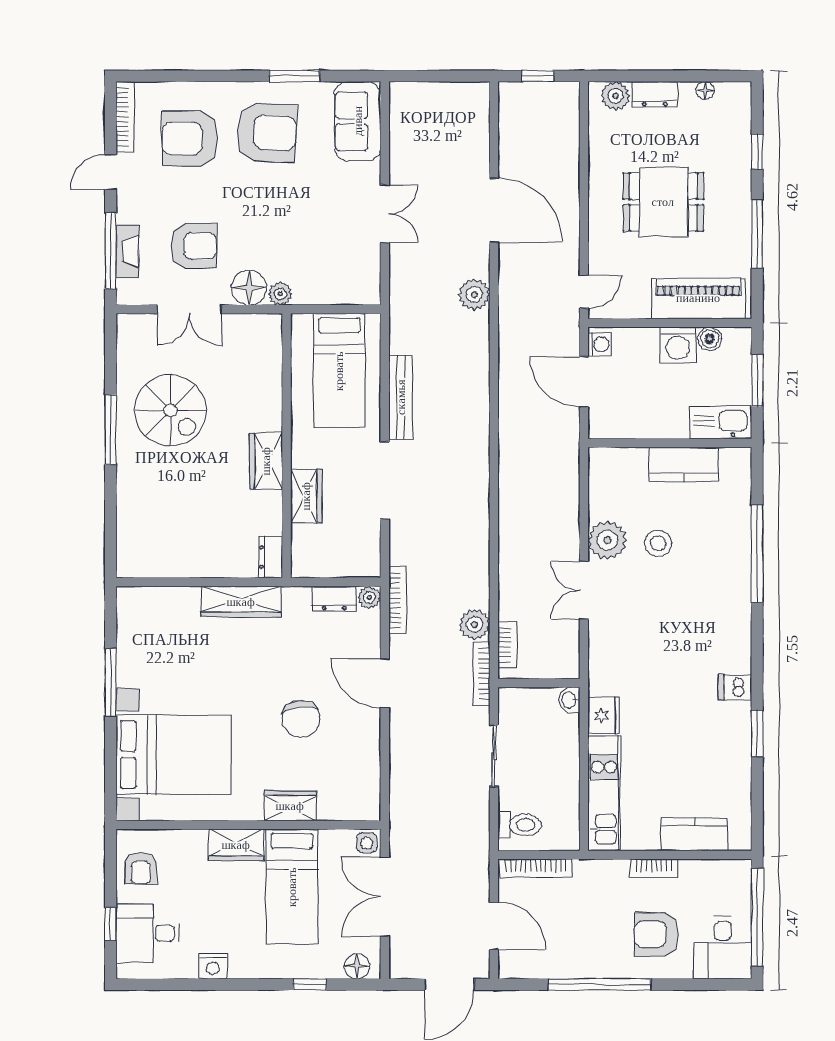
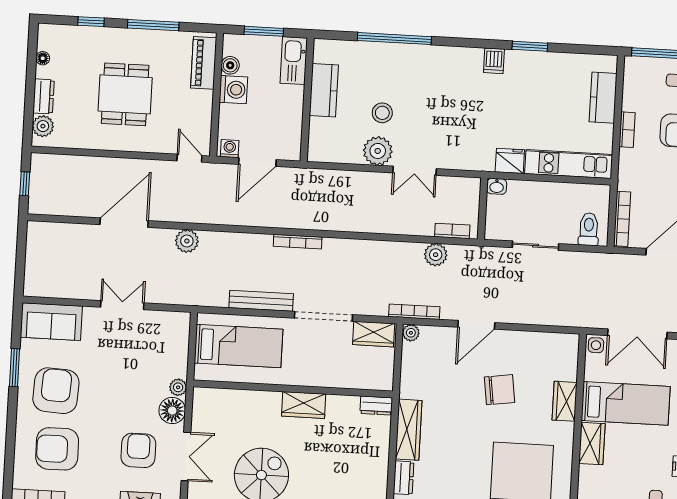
armchair: (190, 138) -> (57, 449), turned 90
piano: (698, 298) -> (204, 63), width x0.73, depth x0.75
wardrobe: (306, 496) -> (374, 334), moved, turned 180
dresser: (334, 599) -> (404, 478), moved
bookcase: (482, 674) -> (298, 242), moved

